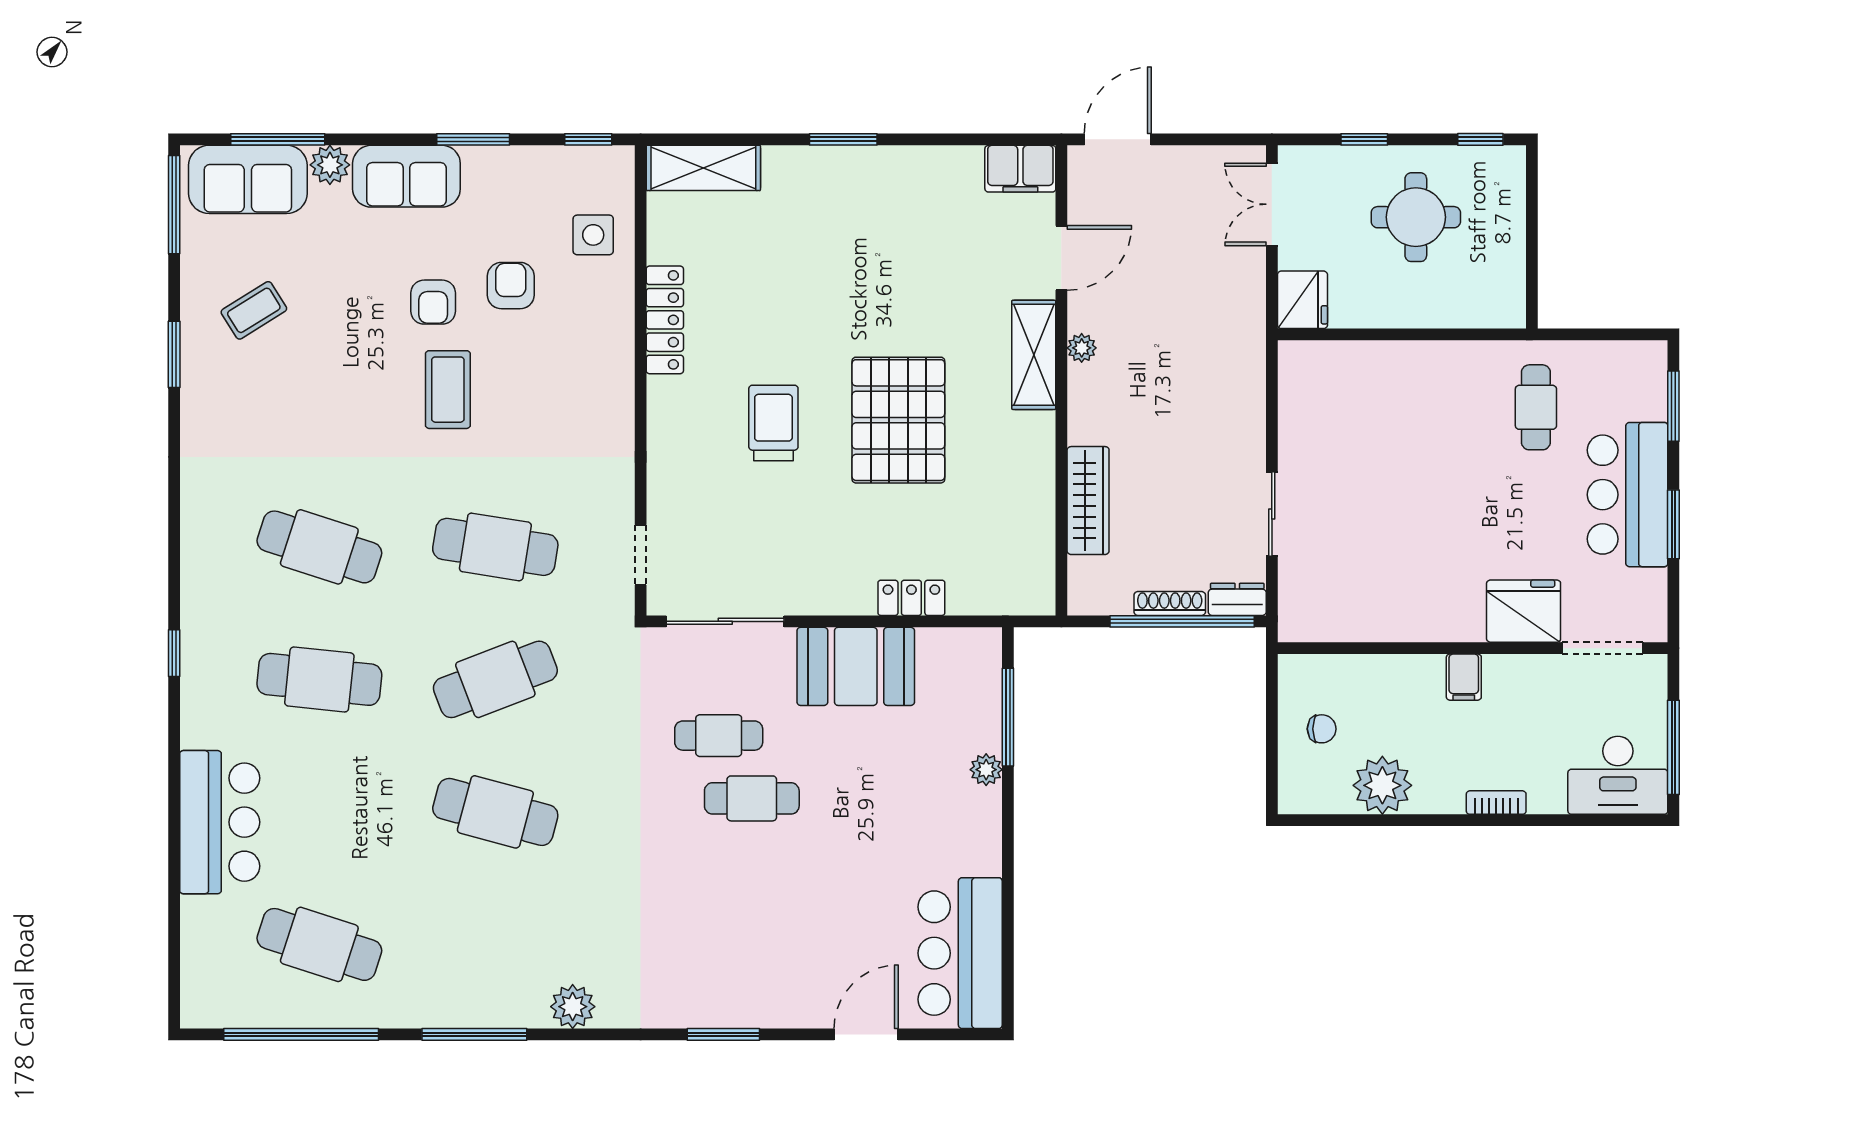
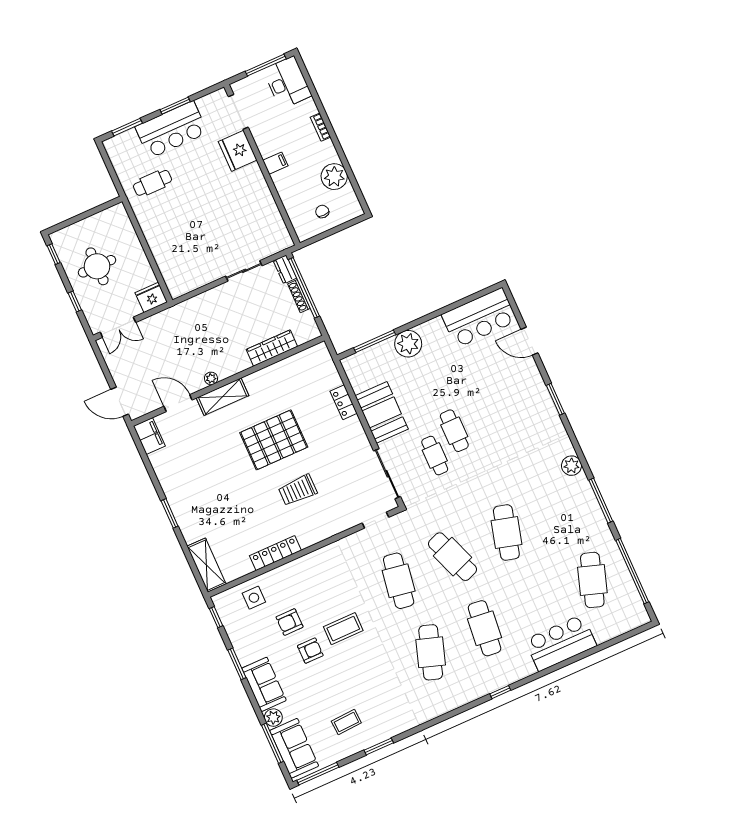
coffee table: (254, 310) -> (346, 722), turned -61
plant: (986, 770) -> (408, 344), width x1.87, depth x1.87

